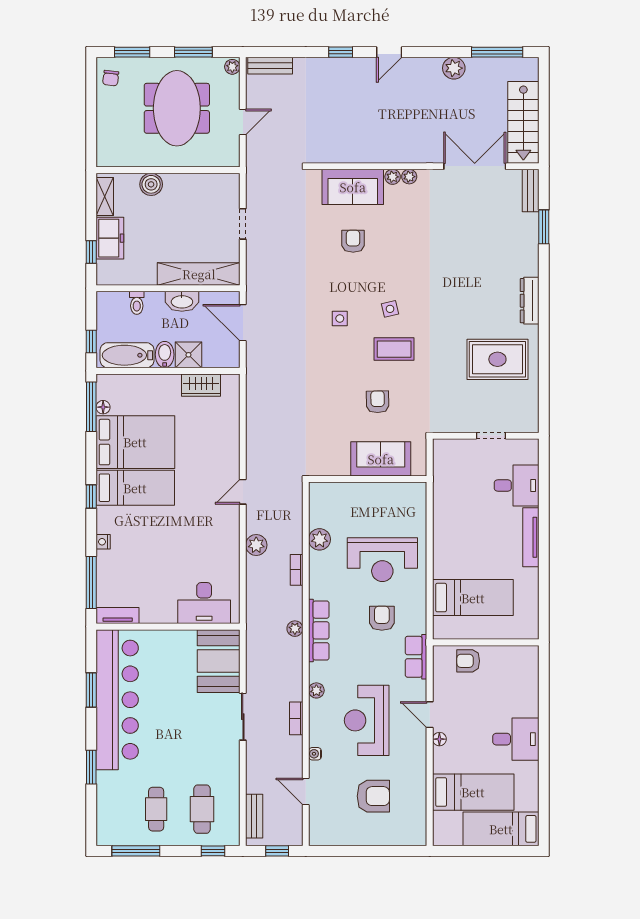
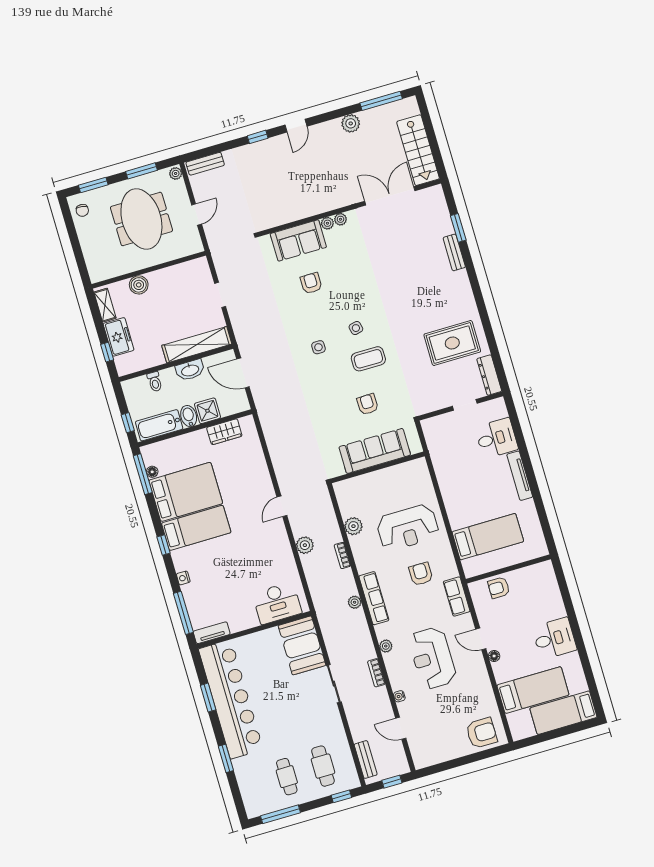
bench: (531, 191) -> (454, 252), moved
dresser: (530, 301) -> (489, 375), moved
sofa: (381, 459) -> (375, 451), width x1.36
armchair: (373, 796) -> (482, 733), moved

